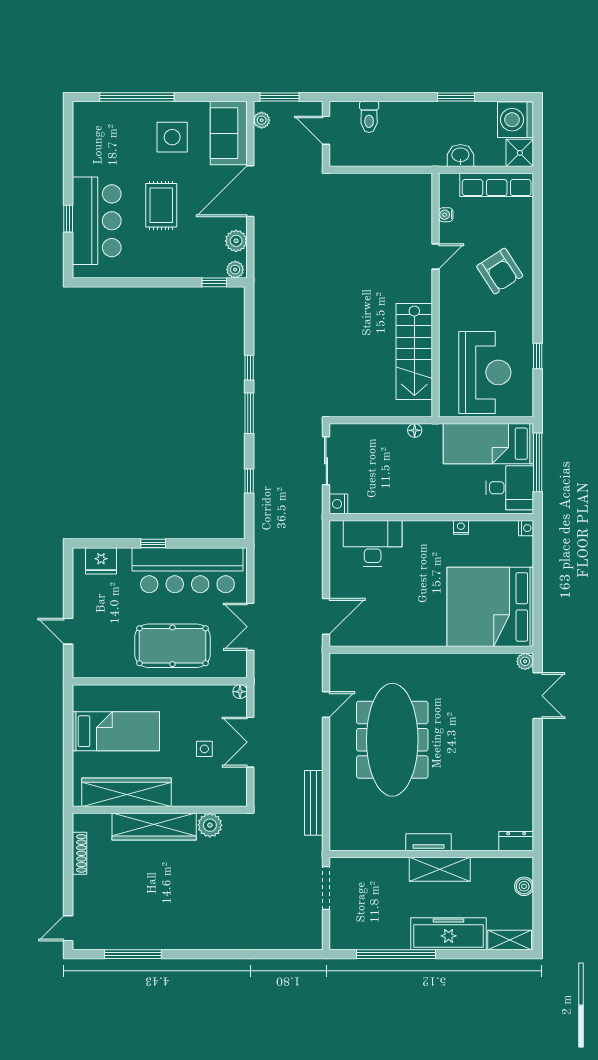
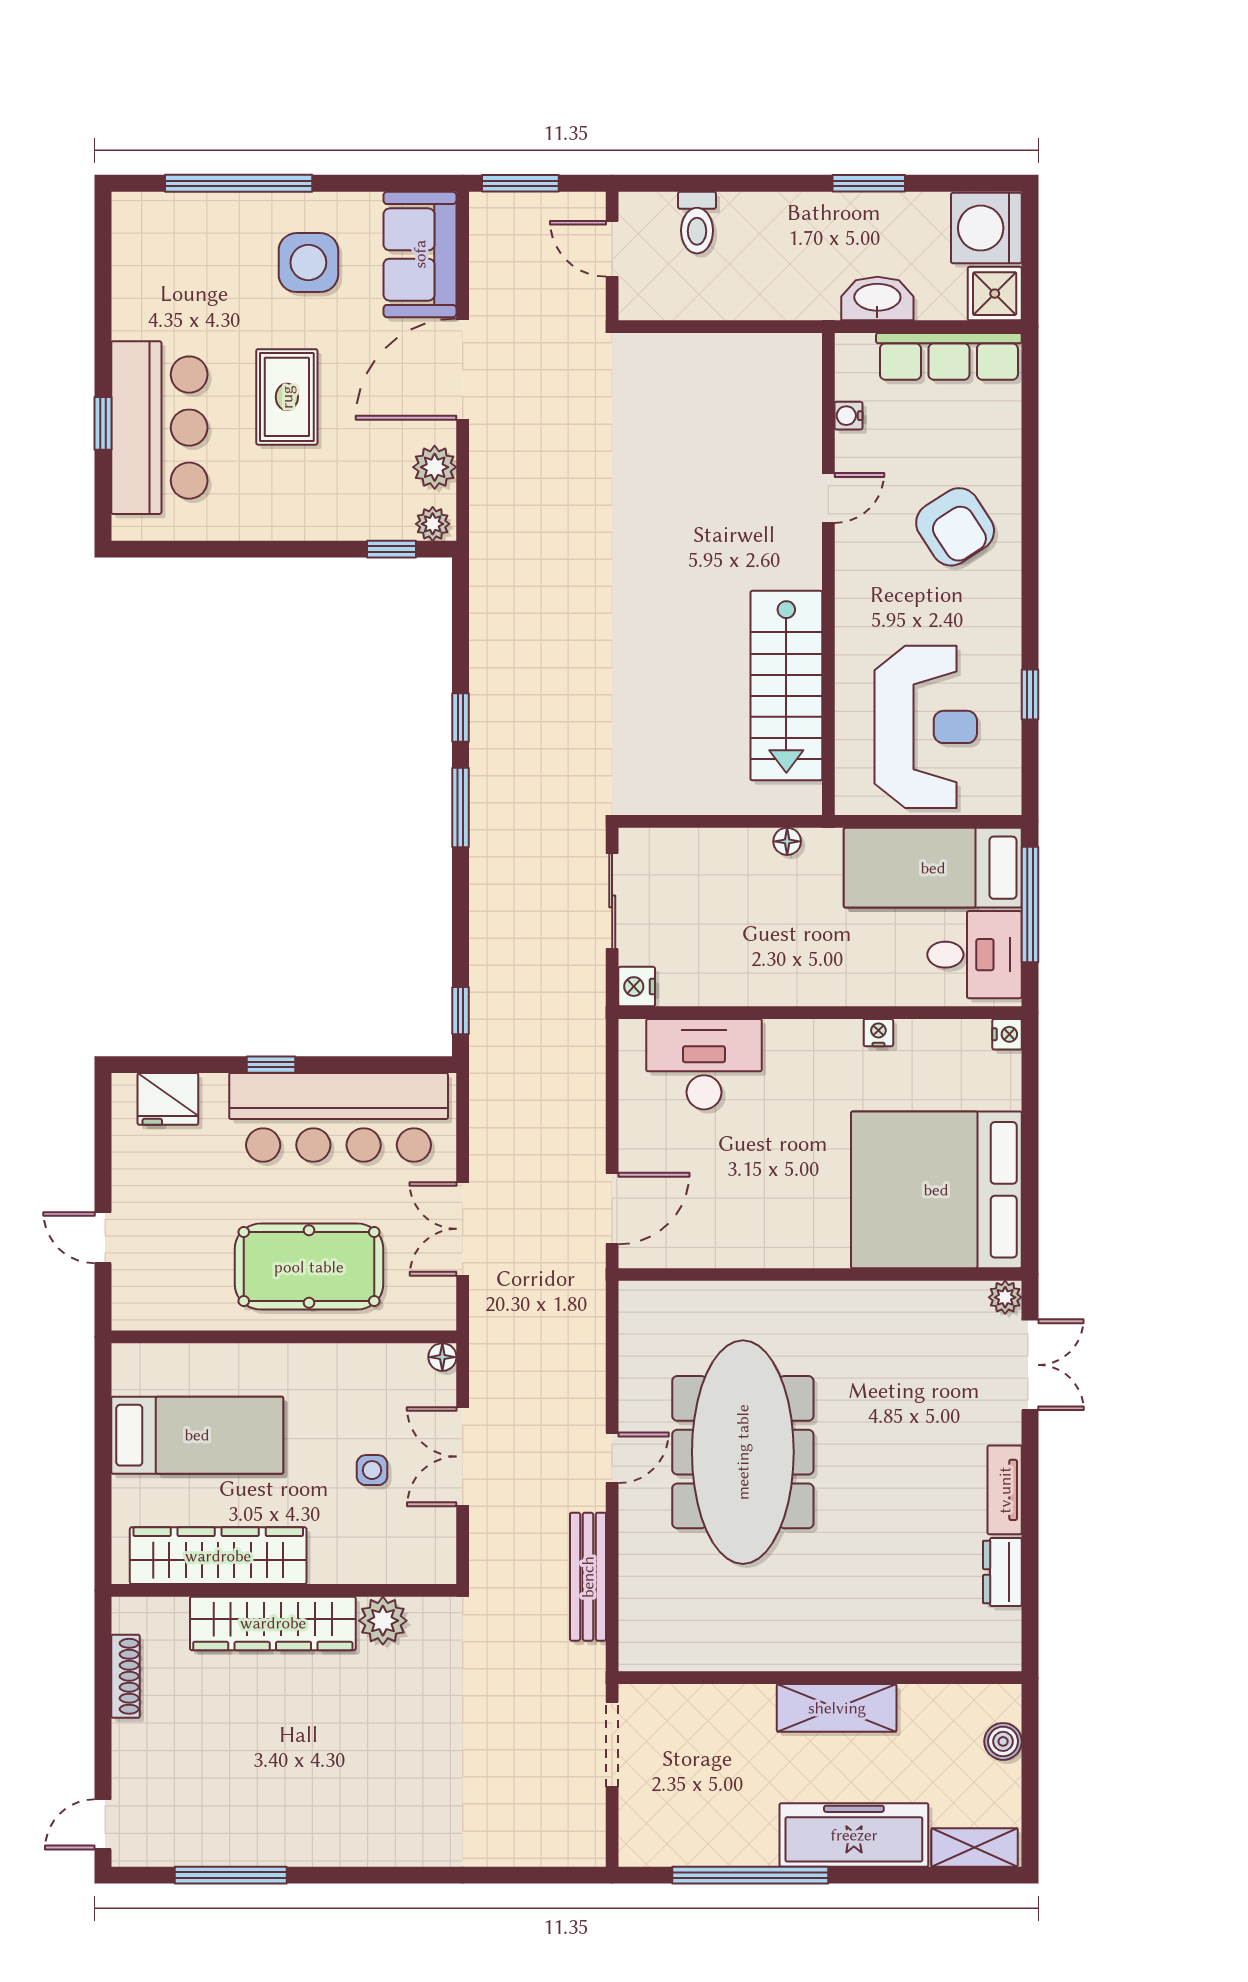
plant: (262, 120) -> (485, 229), removed
washbasin: (460, 155) -> (877, 299), width x1.38
window: (249, 481) -> (460, 1011), moved
door: (326, 705) -> (612, 1458), moved
dresser: (516, 841) -> (1002, 1572), moved, turned -90
tv unit: (428, 842) -> (1005, 1490), moved, turned -90

